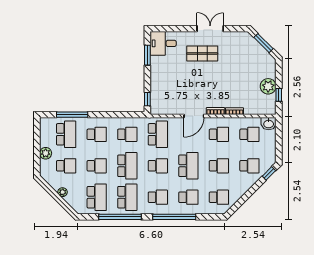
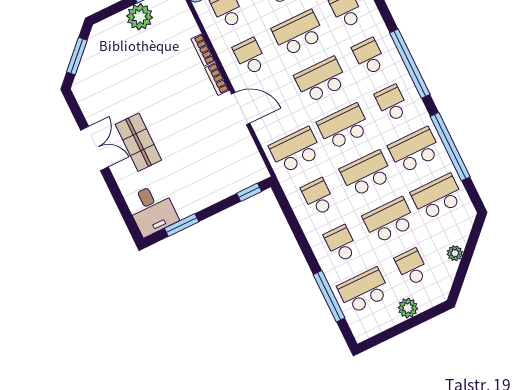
double door: (210, 29) -> (94, 149), swing flipped
school desk: (97, 166) -> (389, 220), width x1.85
school desk: (158, 166) -> (344, 127), width x1.85
school desk: (219, 166) -> (298, 33), width x1.85

